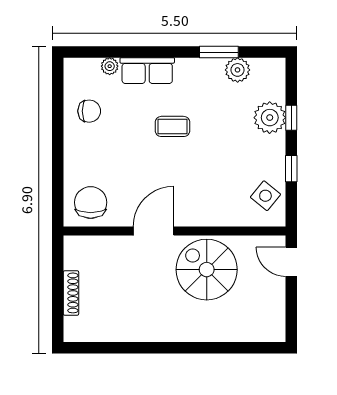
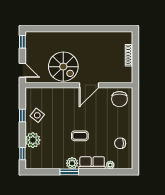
window: (219, 52) -> (69, 172), moved
plant: (238, 70) -> (72, 163), moved
window: (291, 118) -> (22, 154), moved
side table: (265, 196) -> (37, 115), moved
window: (291, 321) -> (22, 42), added

